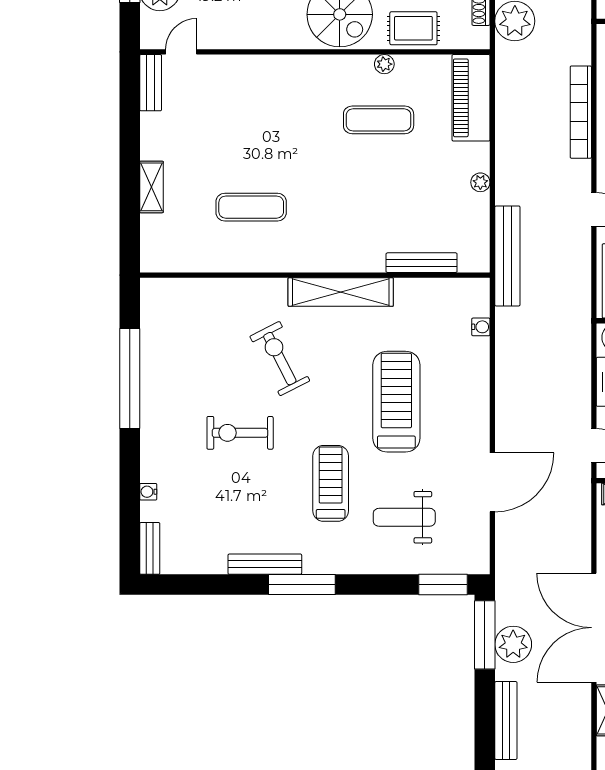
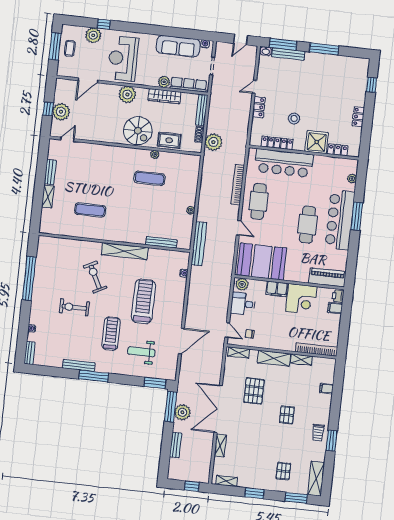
bench: (151, 83) -> (50, 172), moved
piano: (471, 98) -> (191, 173), removed
bench: (506, 720) -> (176, 445), width x0.73

